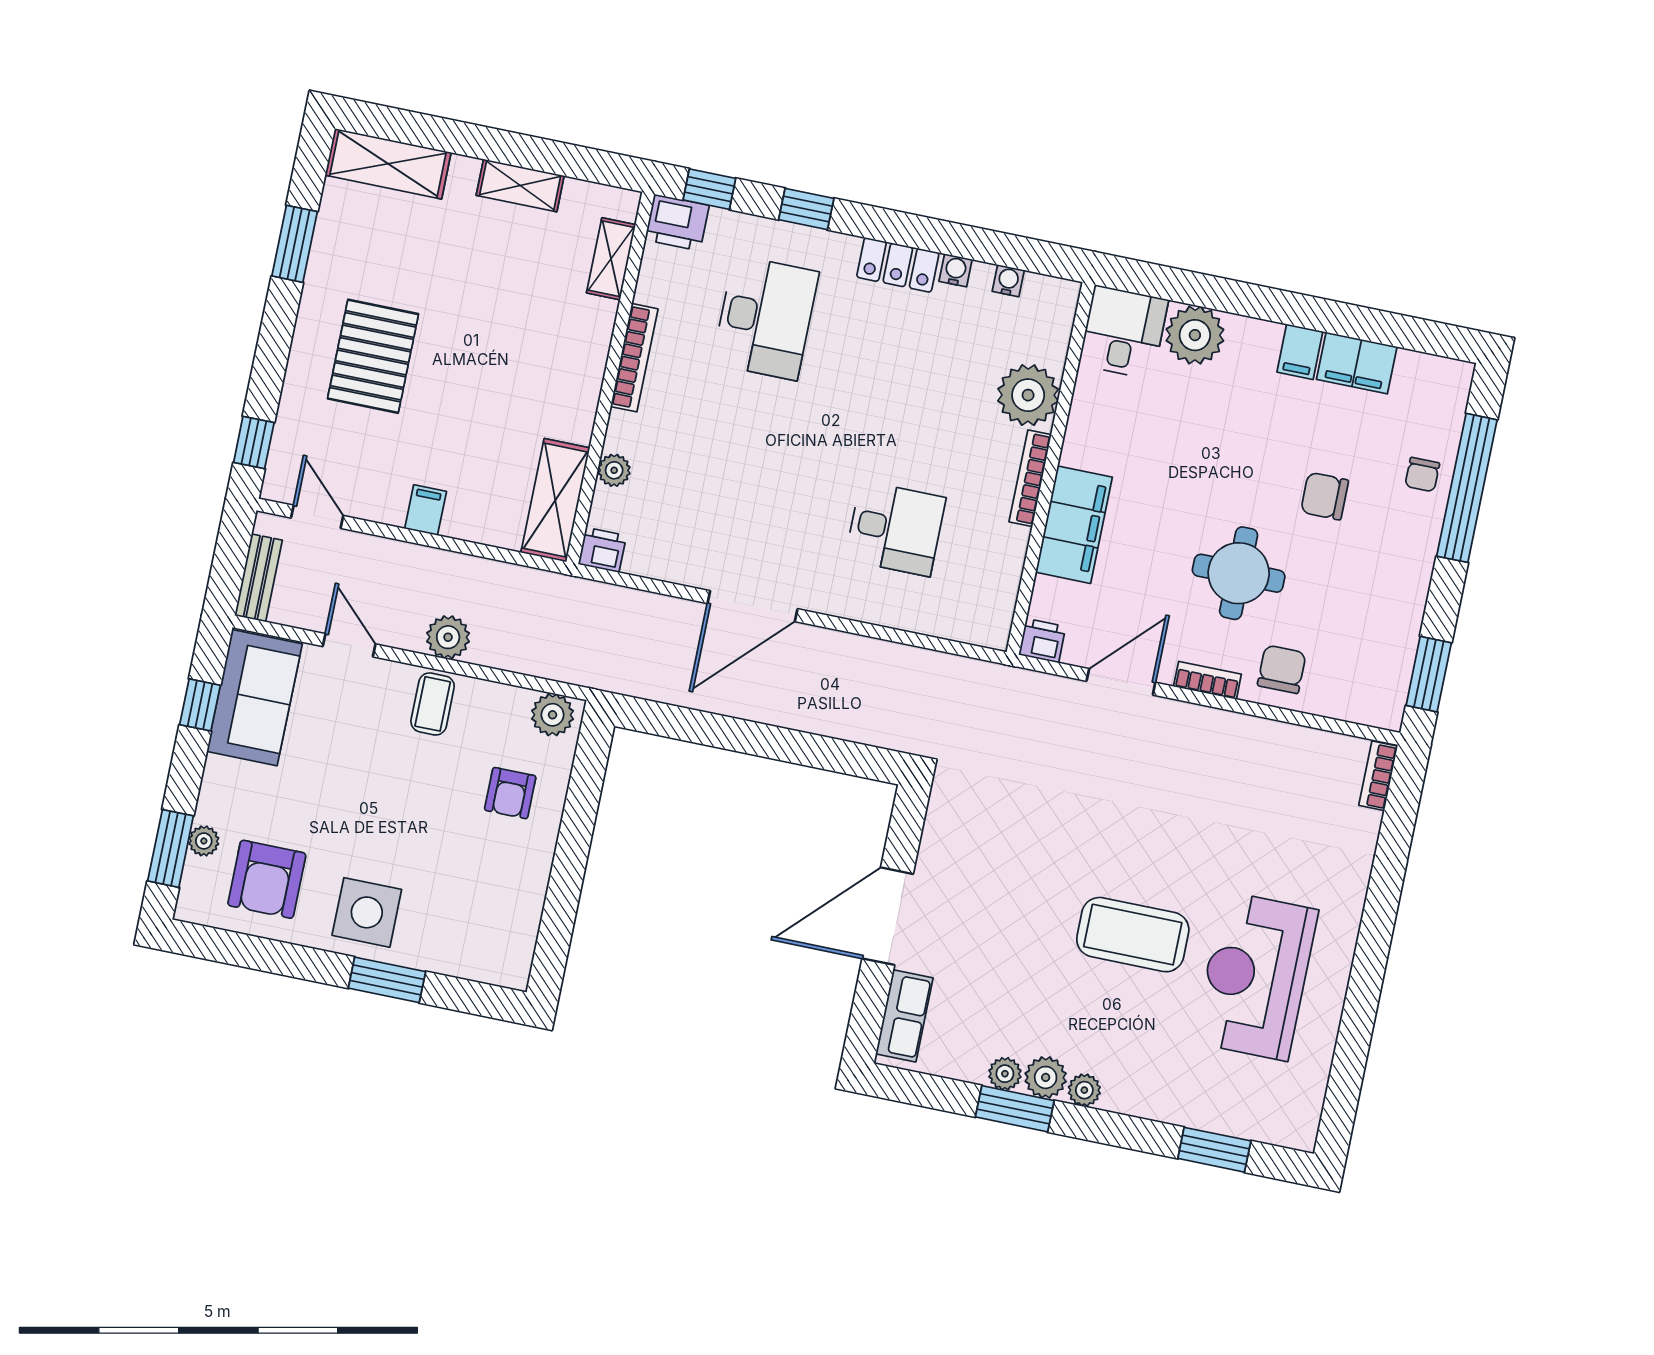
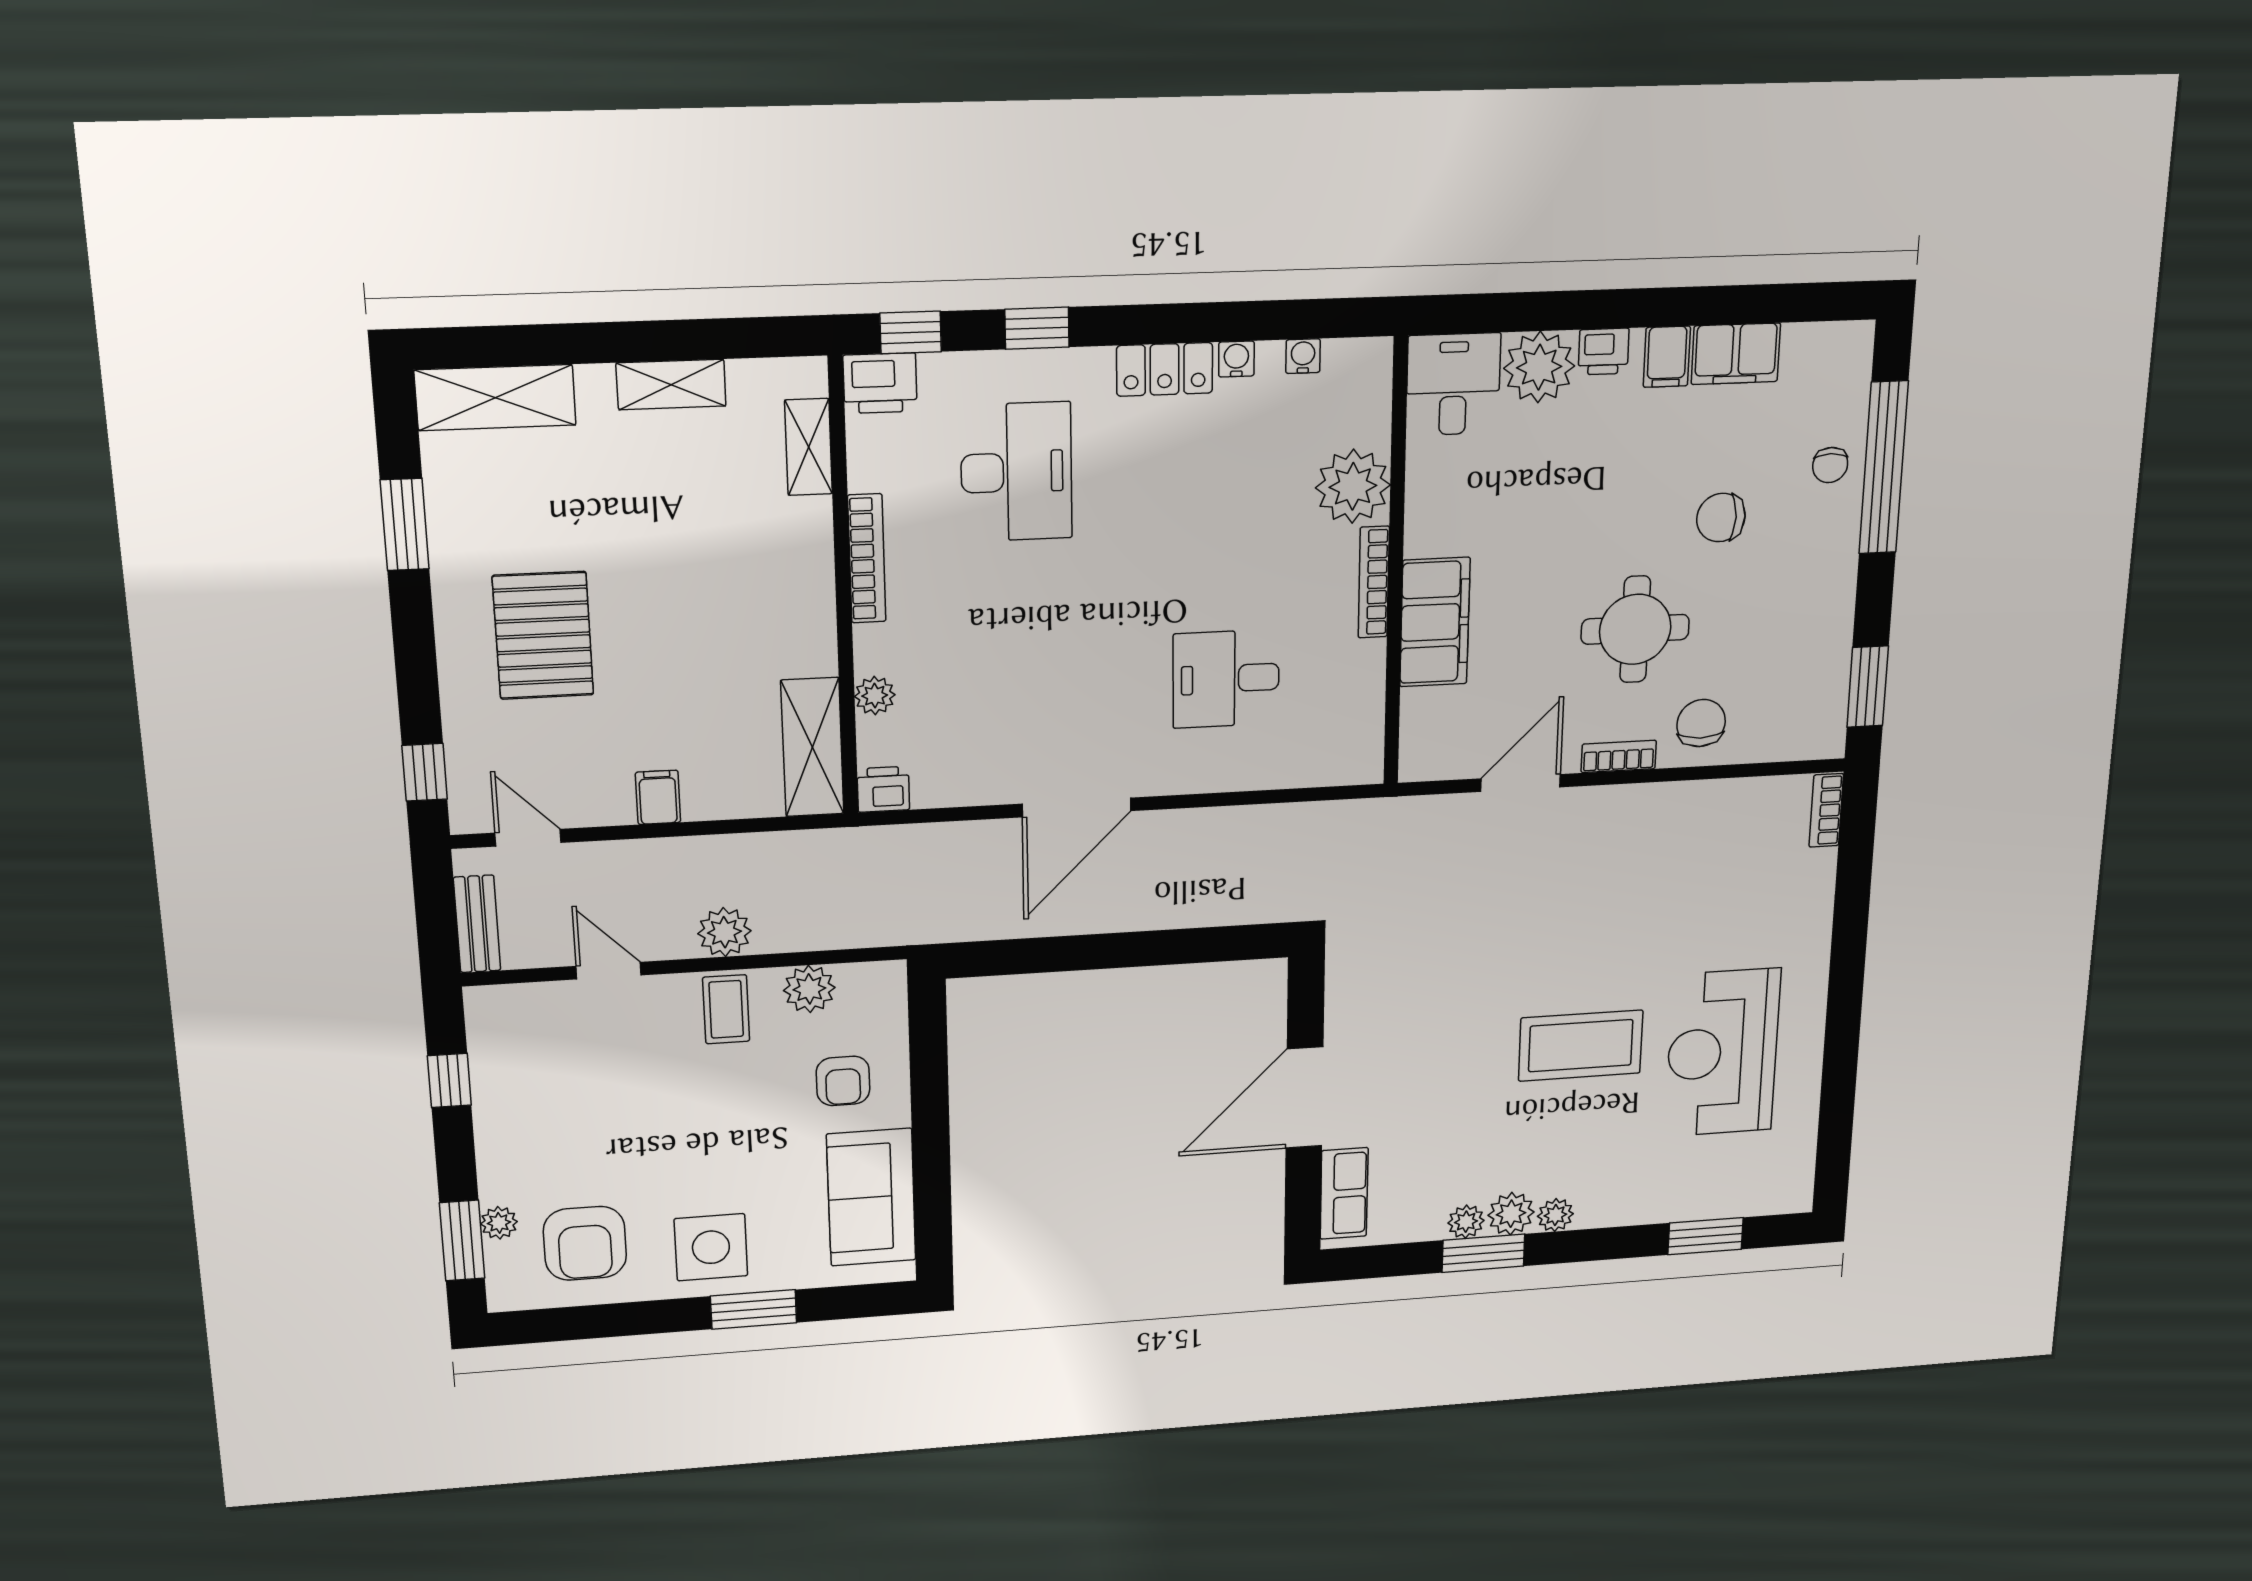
desk: (895, 529) -> (1226, 679), turned 180
printer: (1042, 641) -> (1604, 352), moved, turned 180
sofa: (254, 698) -> (871, 1197), moved, turned 180
plant: (553, 715) -> (809, 989), moved

